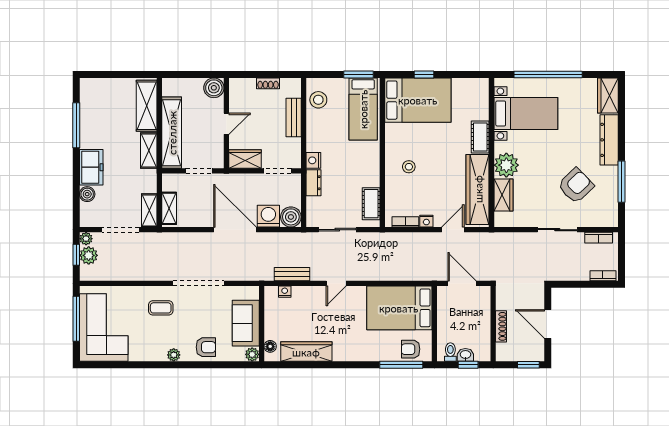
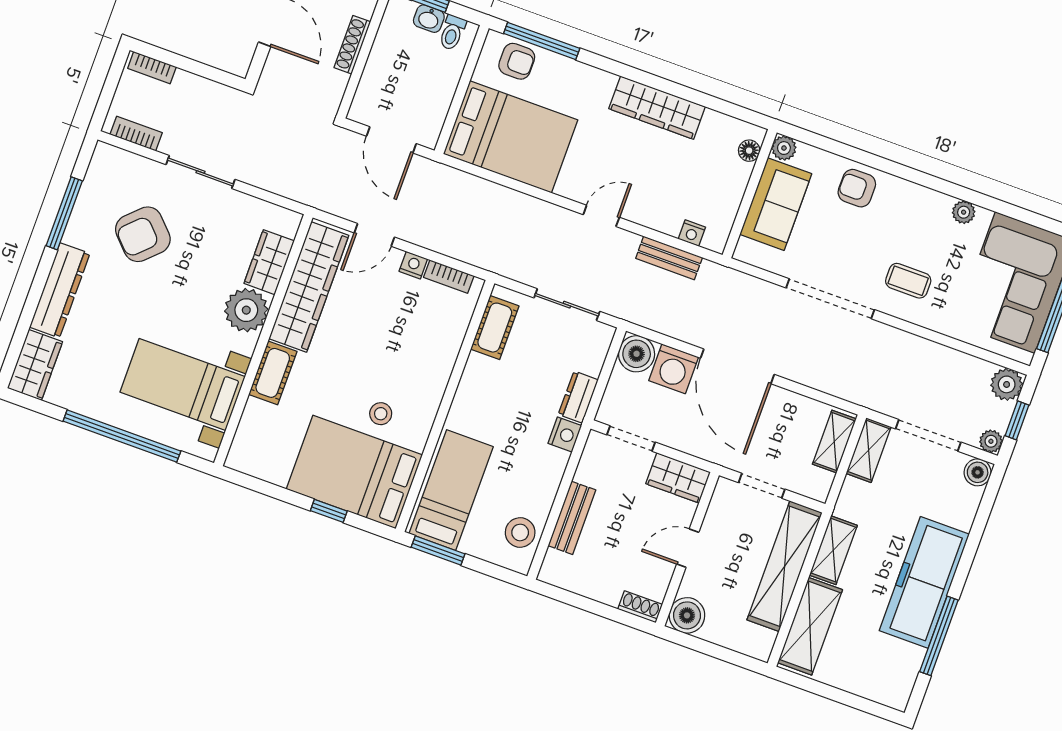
shoe rack: (268, 83) -> (640, 607), moved
freezer: (91, 167) -> (924, 582), width x1.91, depth x1.26
stool: (409, 167) -> (381, 414), moved
boiler: (87, 194) -> (978, 472), moved
plant: (89, 255) -> (1007, 384), moved
wardrobe: (306, 352) -> (657, 108), moved
plant: (174, 355) -> (964, 212), moved

